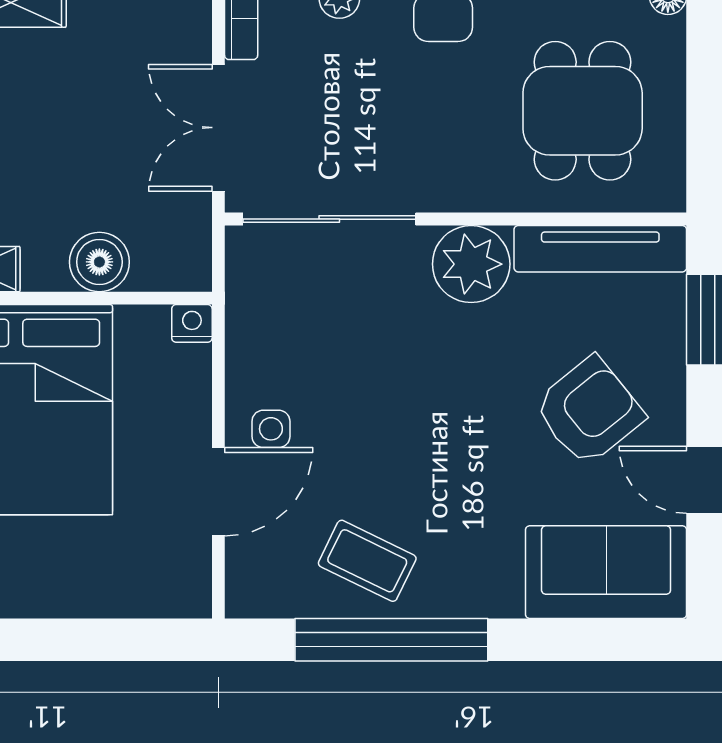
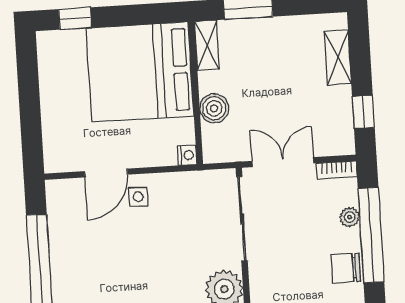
door: (218, 492) -> (106, 173), hinge flipped
coffee table: (367, 561) -> (77, 247), removed

